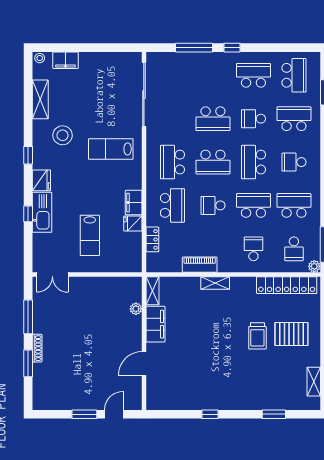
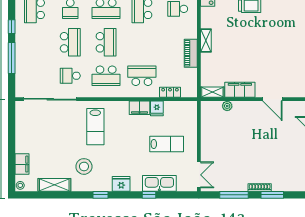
school desk: (213, 205) -> (70, 76), moved, turned 90
kitchen sink: (42, 212) -> (159, 183), moved

